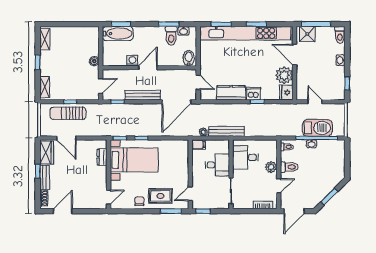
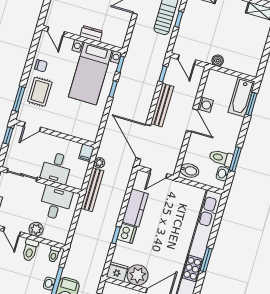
window: (221, 24) -> (218, 219), removed
dresser: (102, 157) -> (91, 34), moved
door: (190, 194) -> (32, 127), swing flipped

